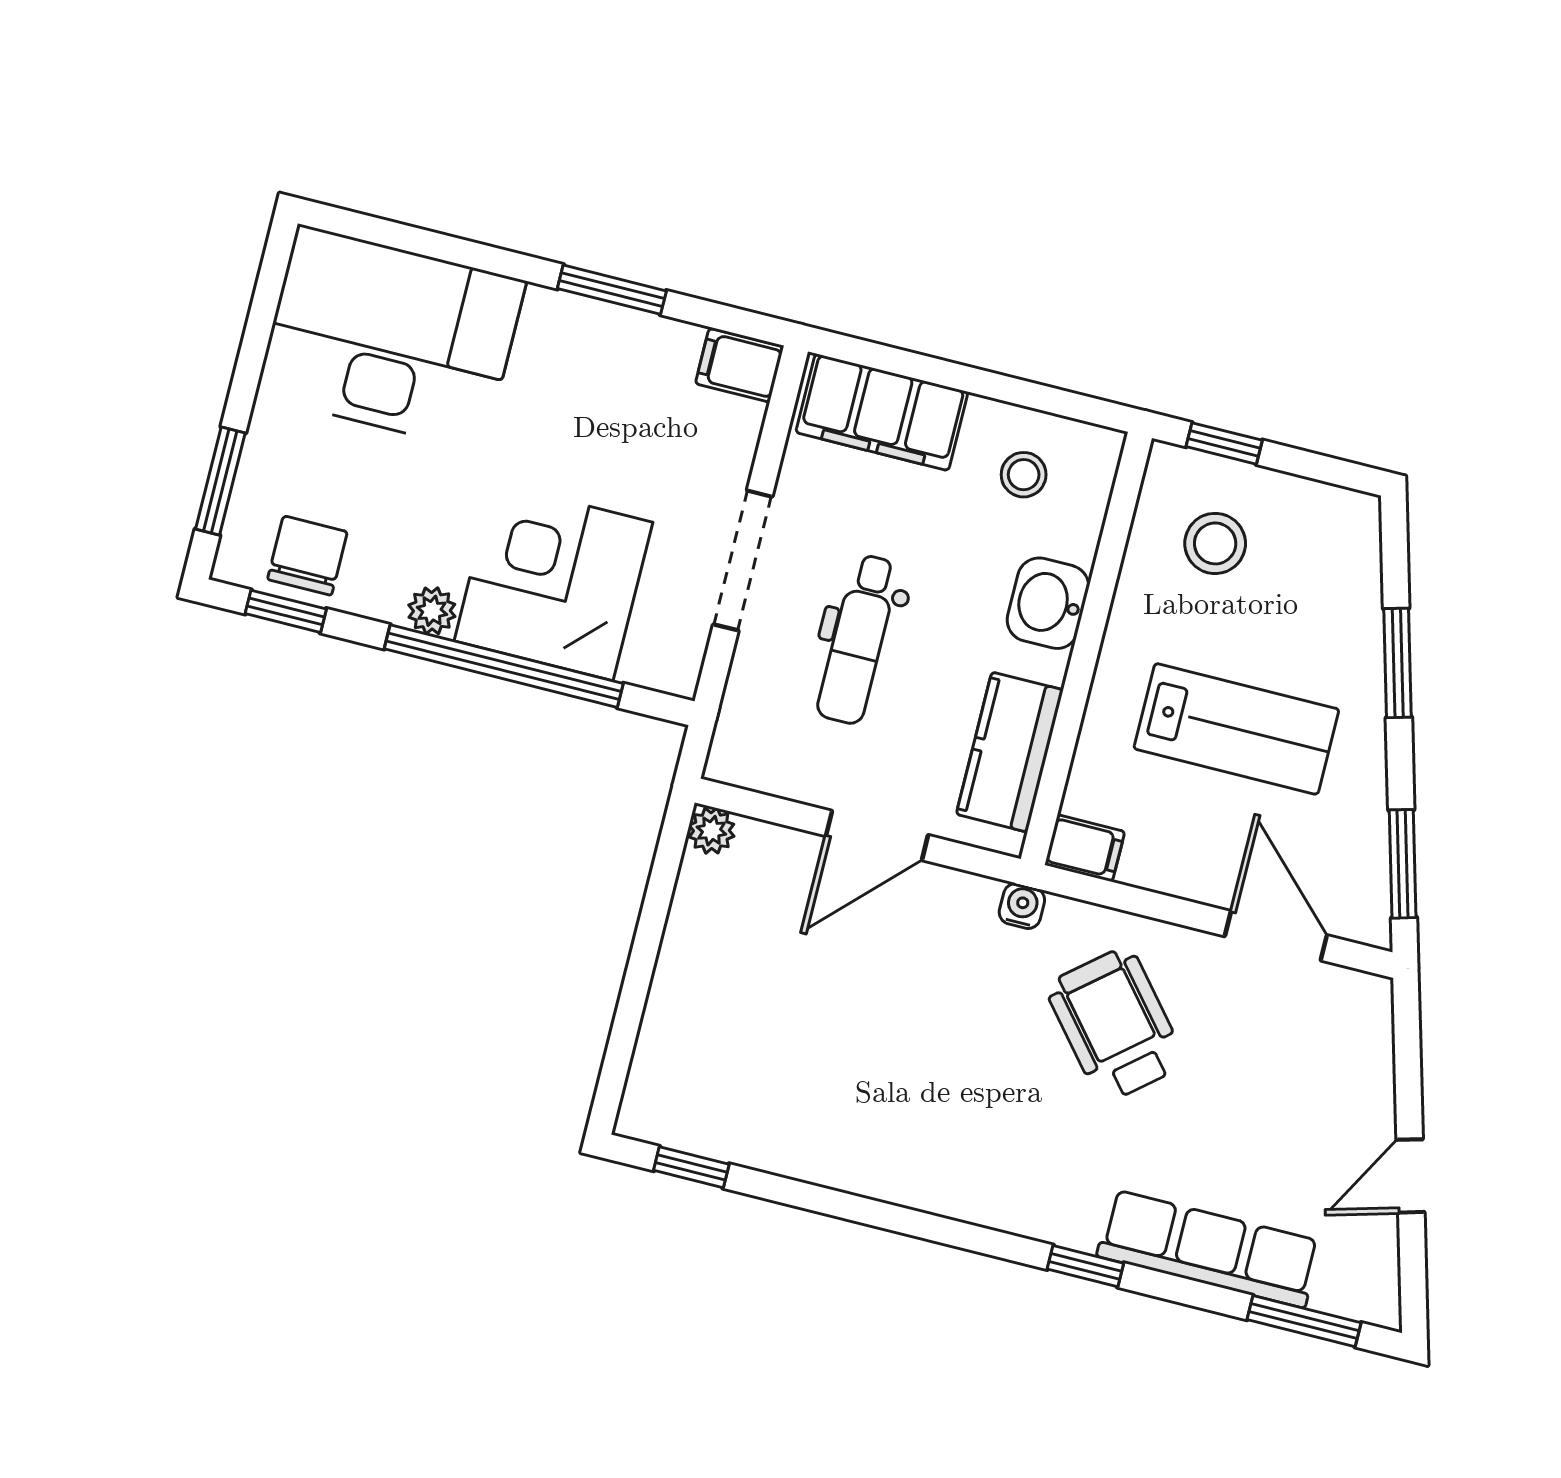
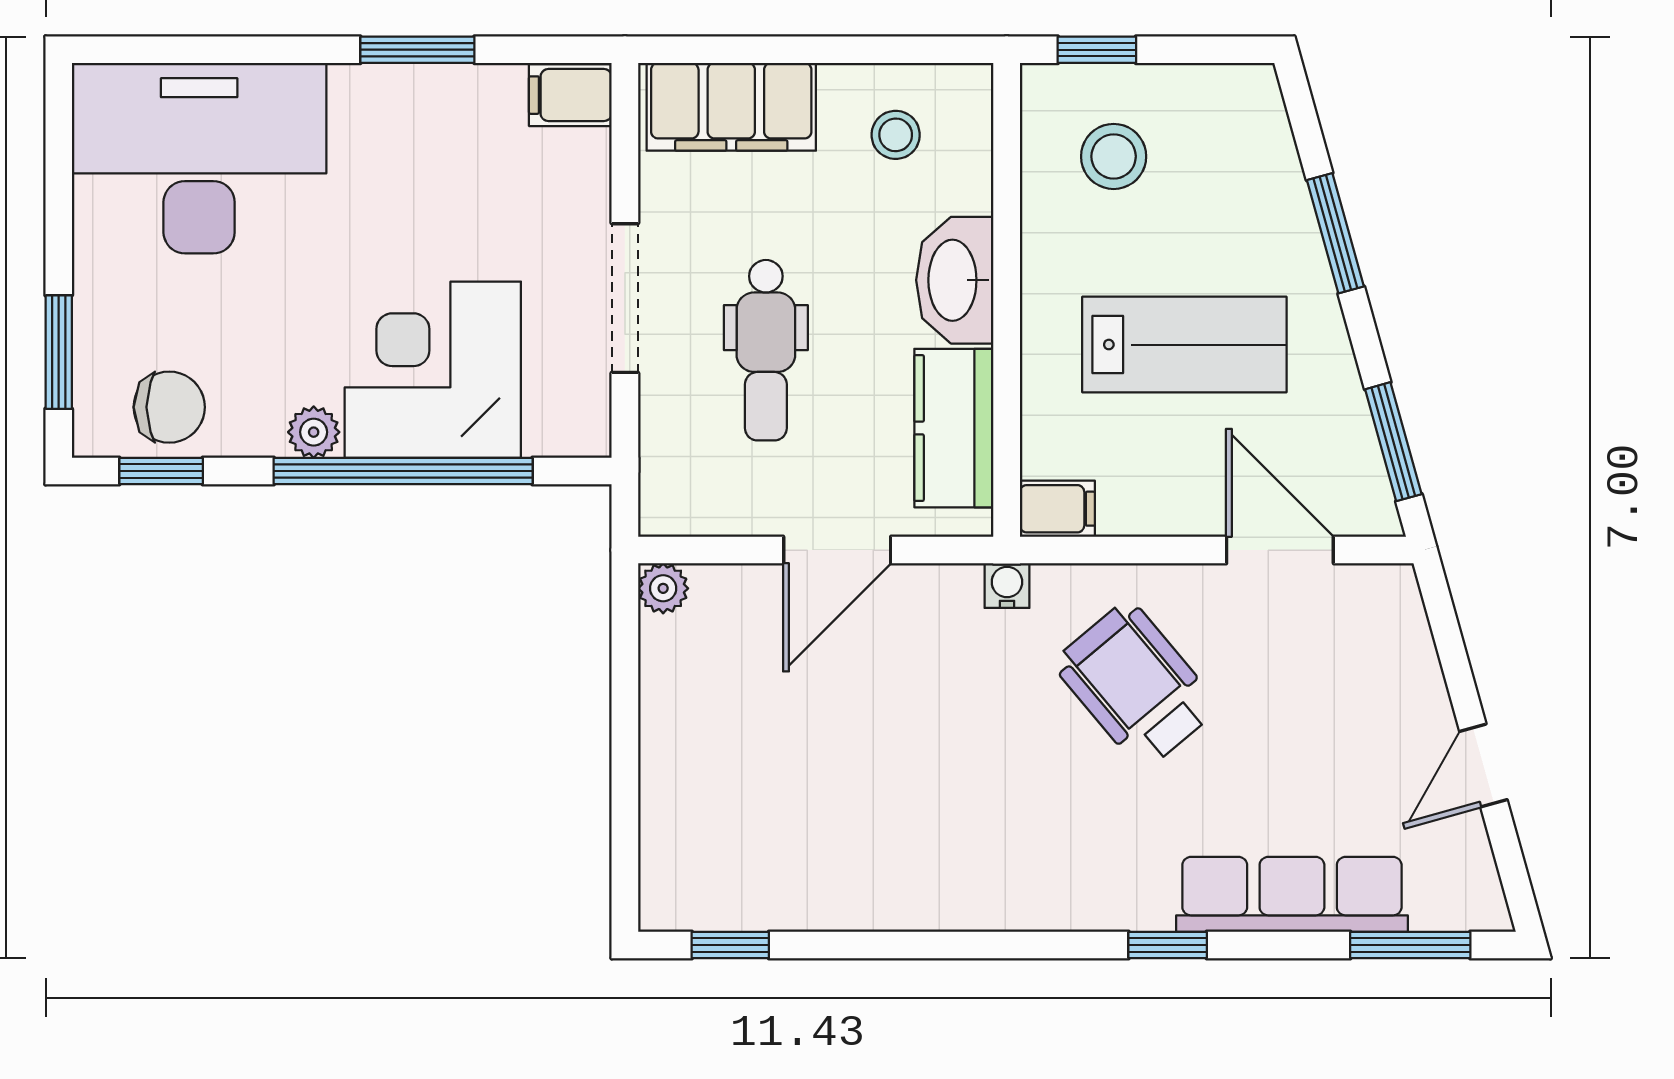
chair: (307, 556) -> (169, 407), turned 90
washbasin: (1048, 603) -> (955, 280), width x1.38

